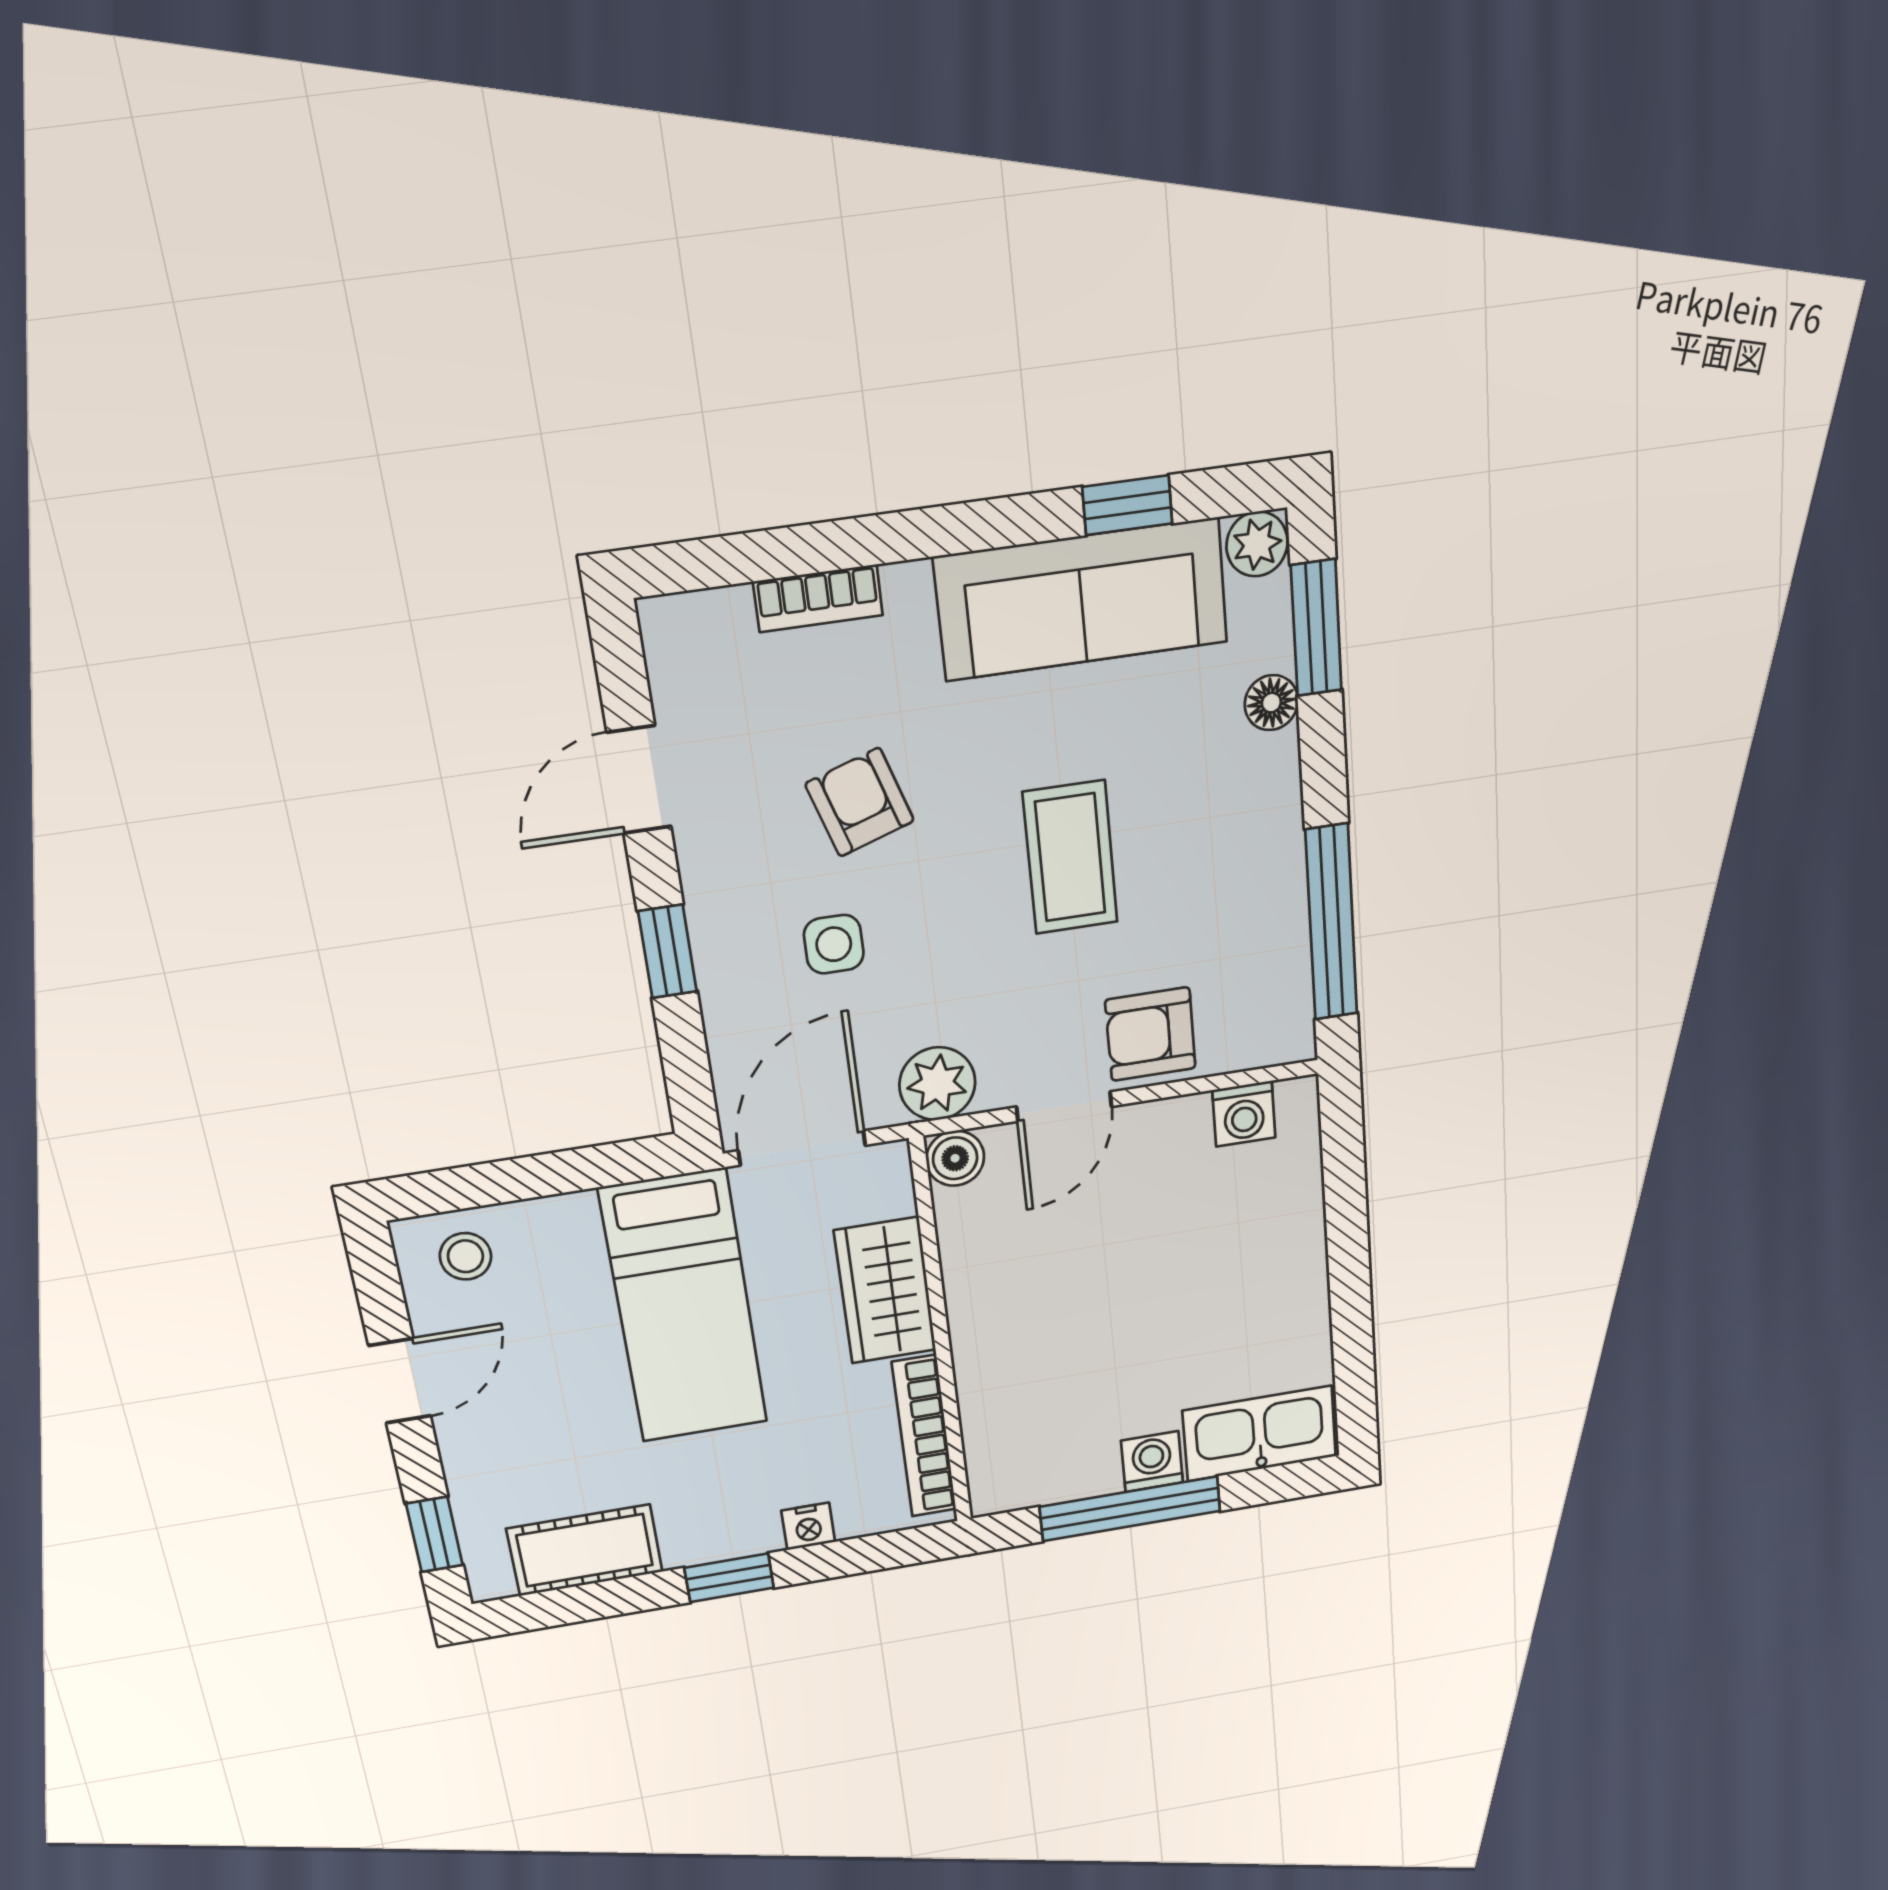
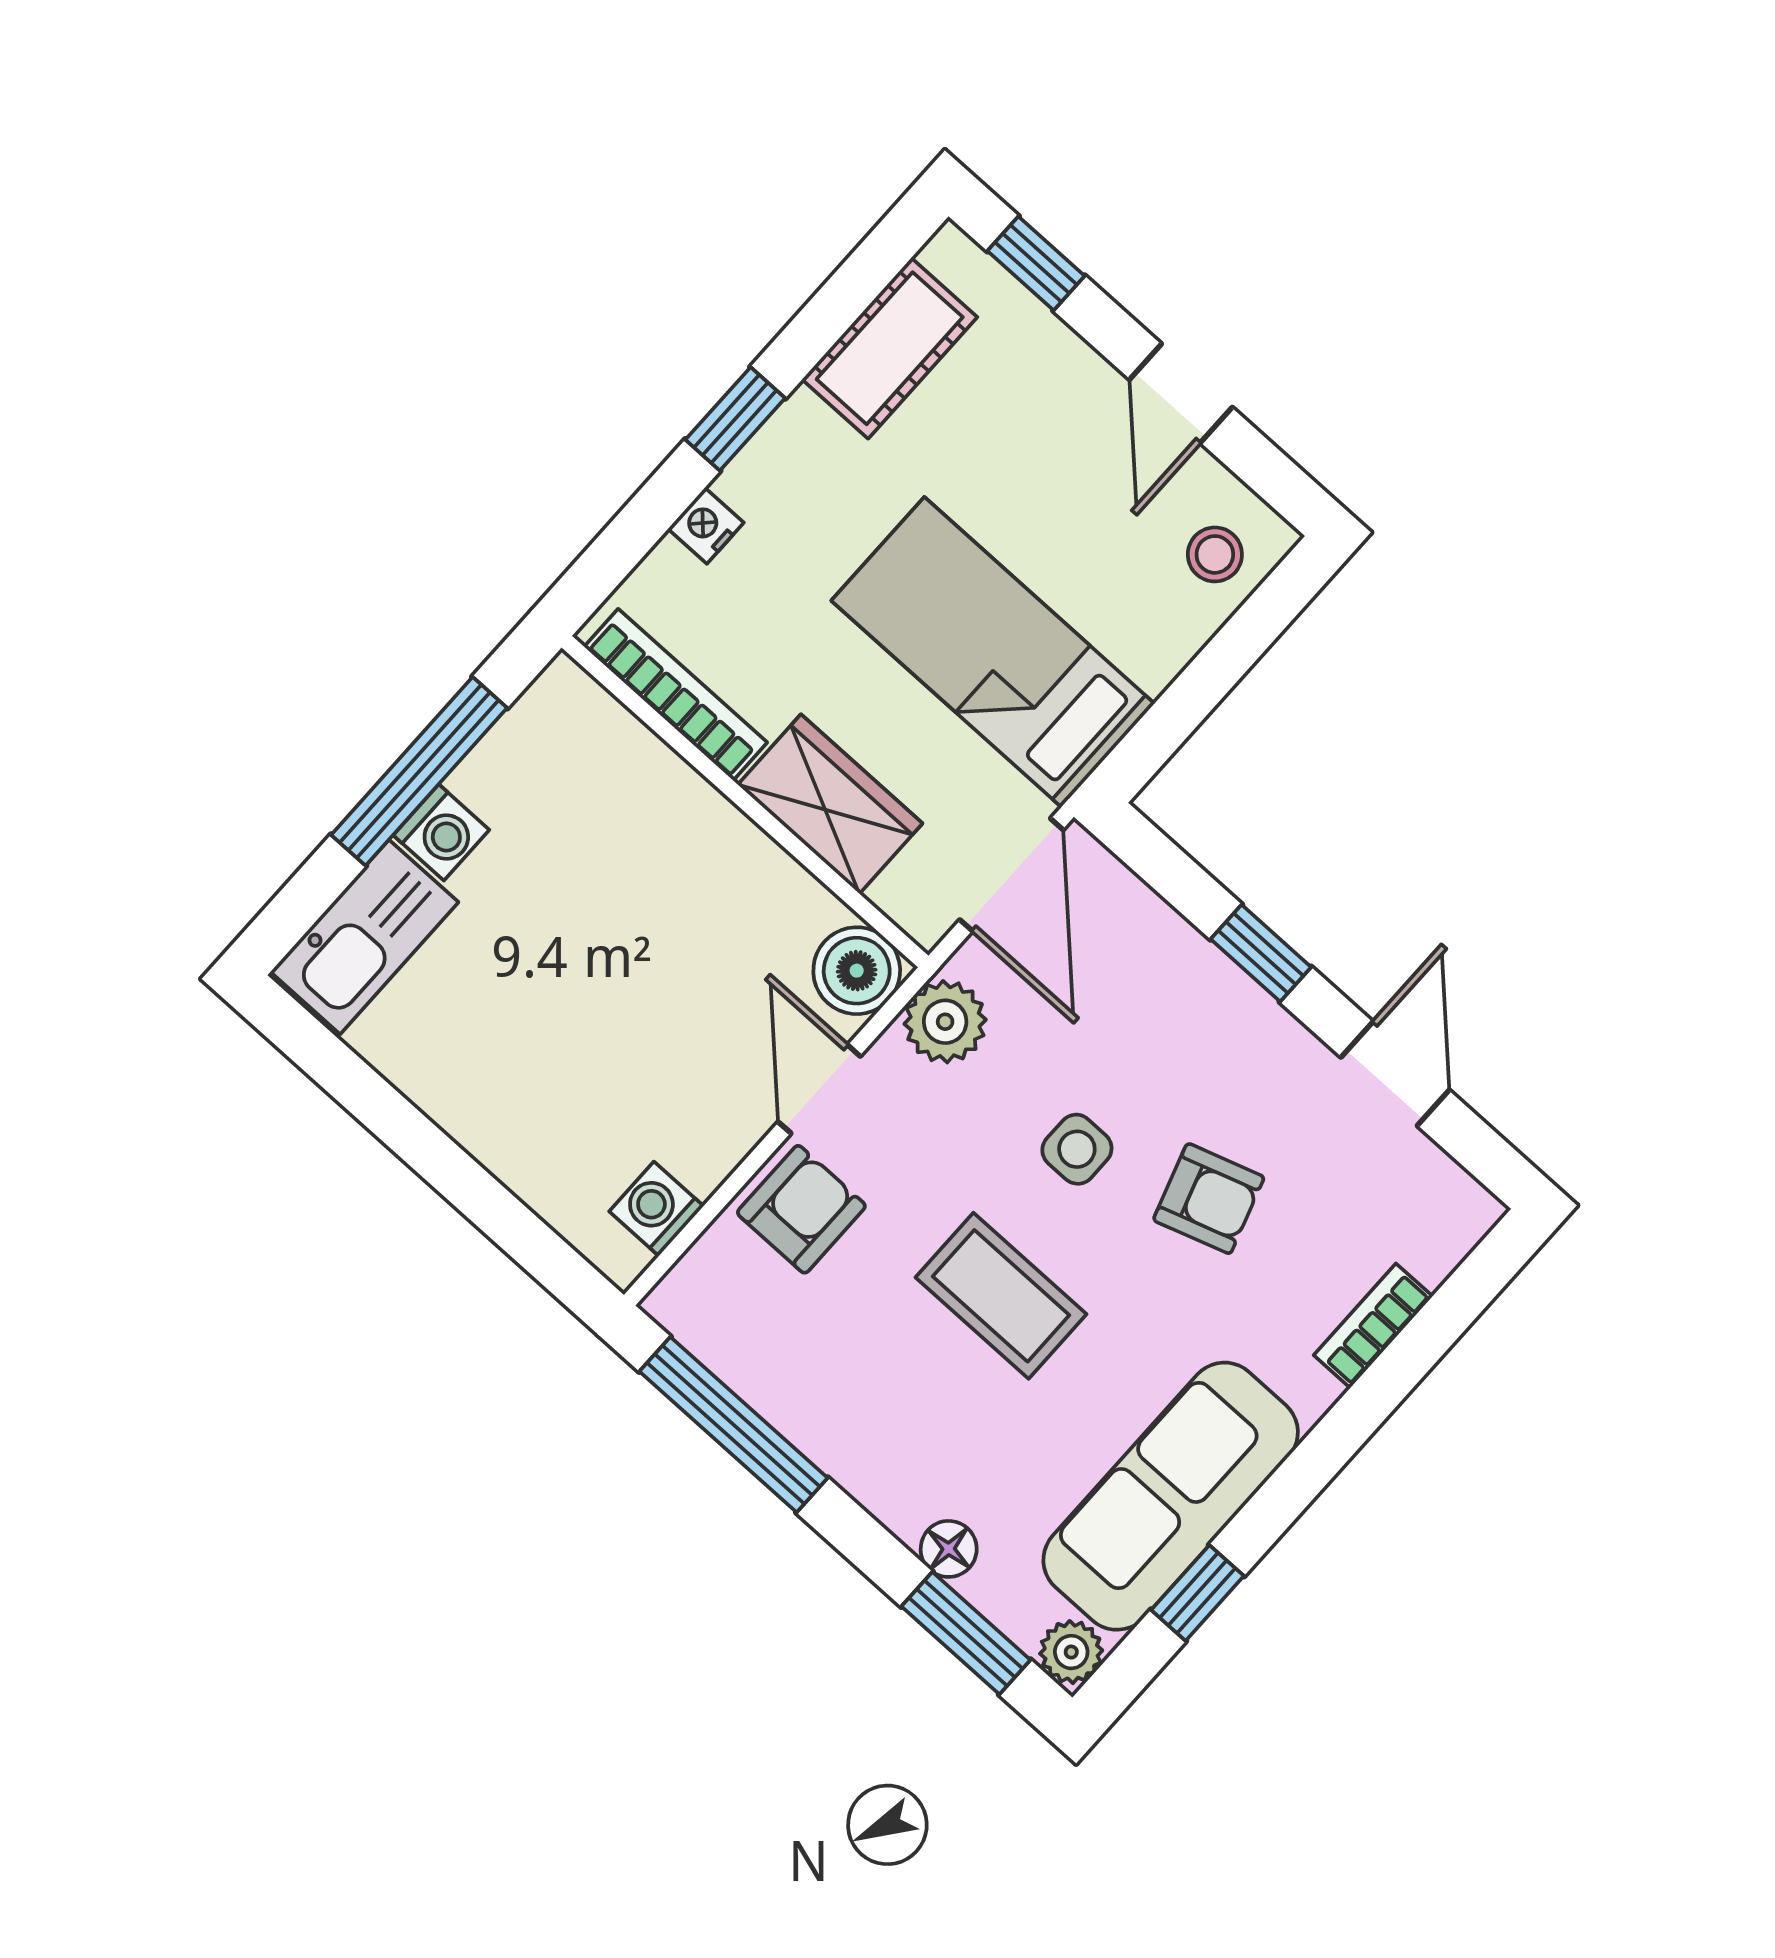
side table: (834, 944) -> (1077, 1149), moved
boiler: (955, 1158) -> (857, 971), width x1.36, depth x1.36

